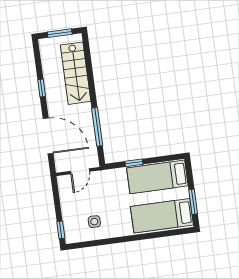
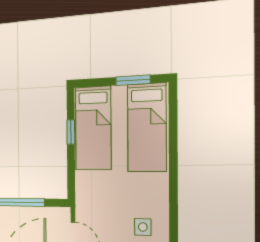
window: (134, 163) -> (71, 132), moved

